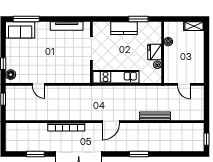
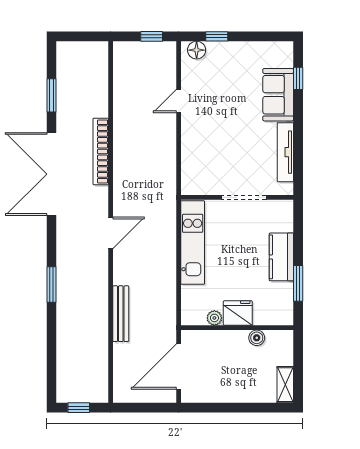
window: (26, 19) -> (298, 78), width x0.46
sofa: (20, 30) -> (278, 95), moved
door: (184, 84) -> (179, 367), width x1.88
door: (111, 122) -> (111, 233), swing flipped

